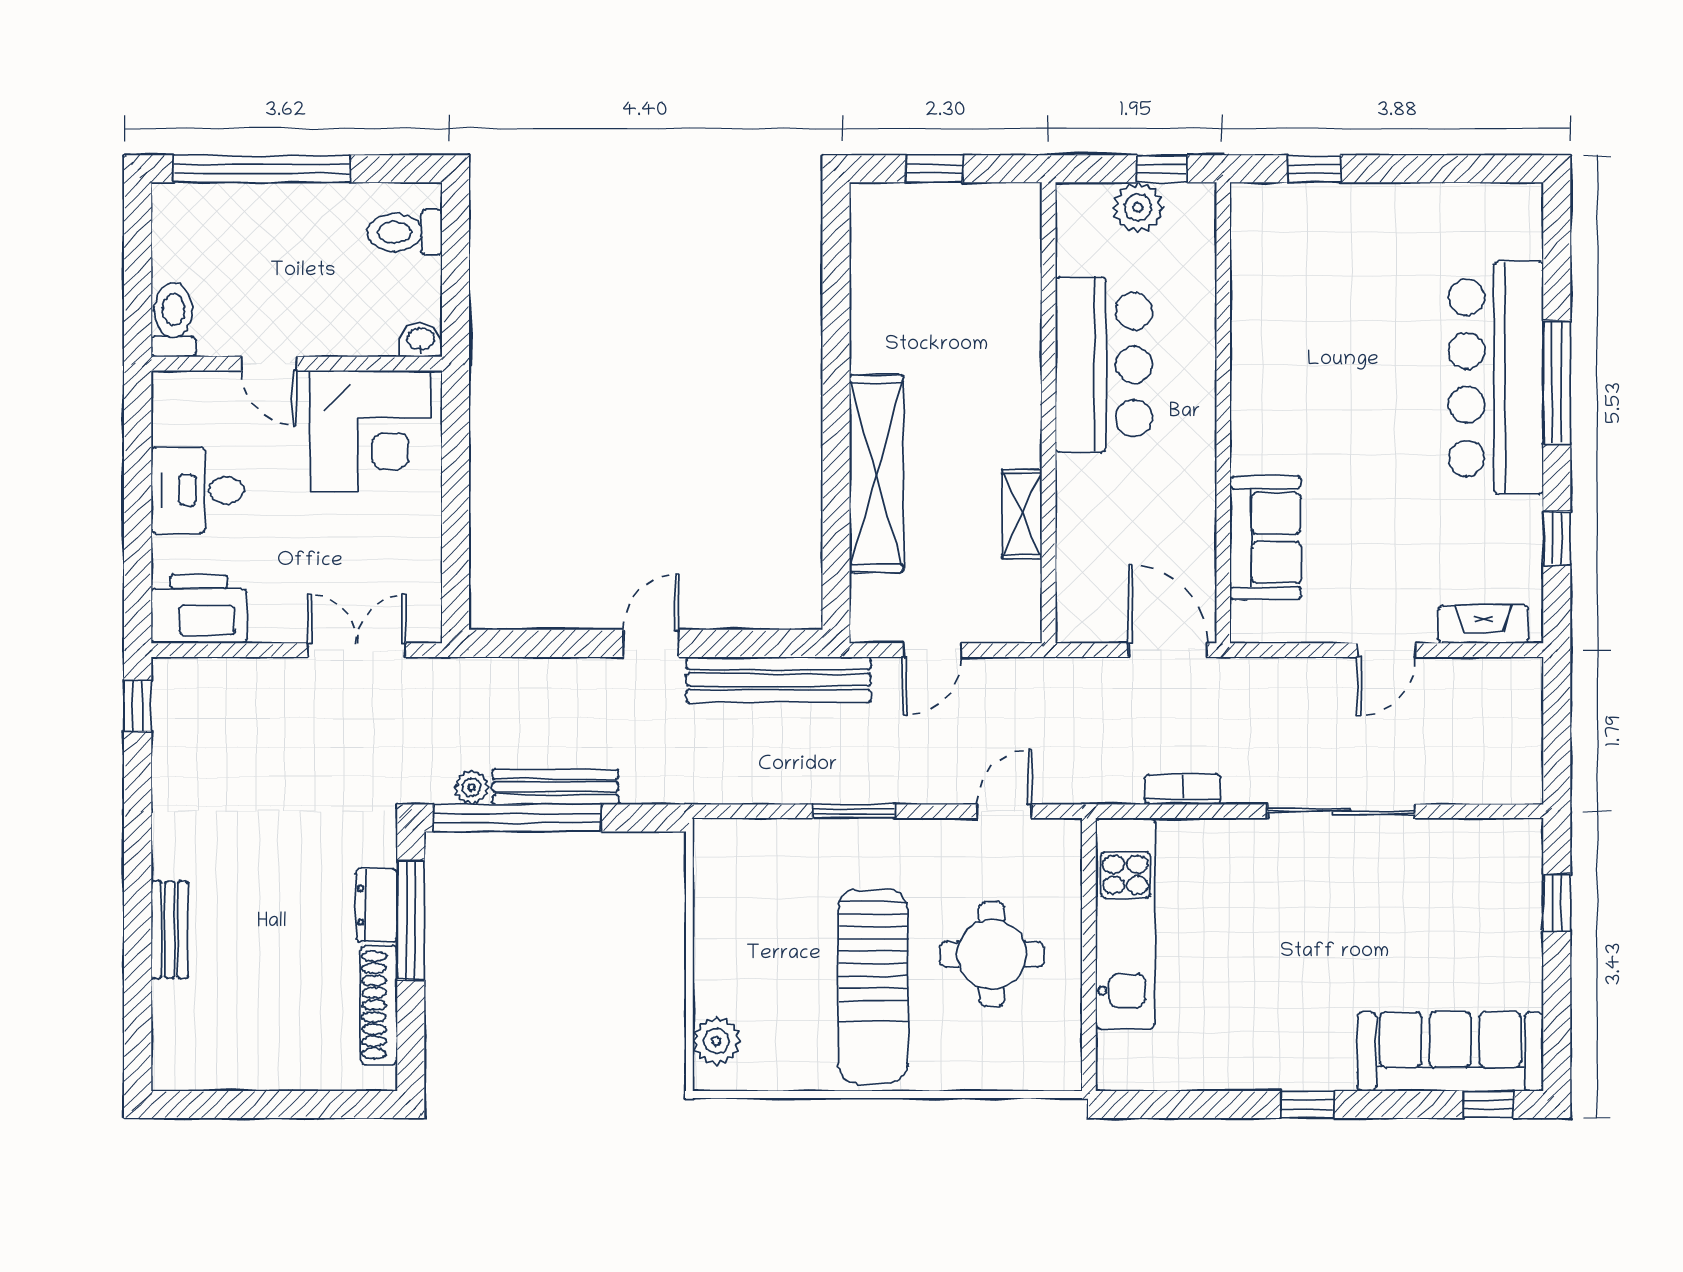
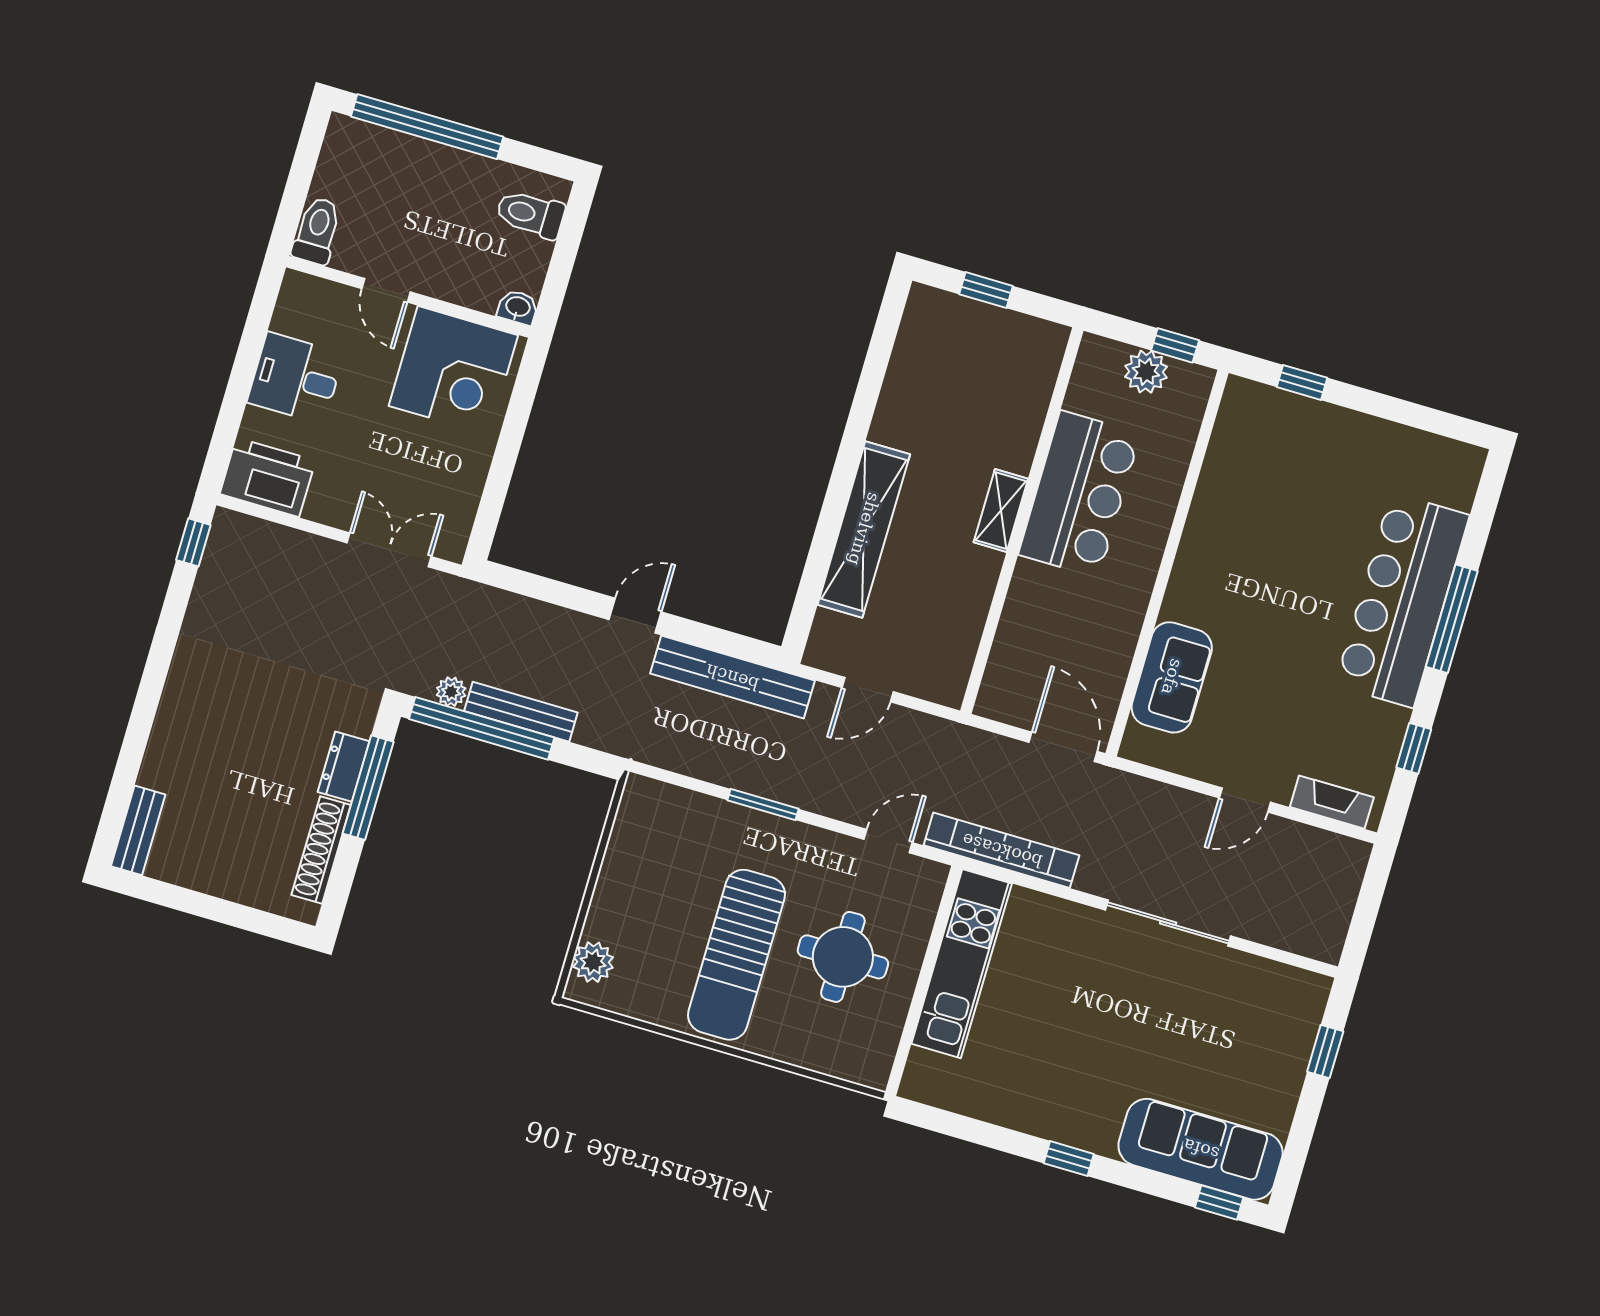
shelving: (1022, 514) -> (1001, 511), moved
bookcase: (1183, 789) -> (1002, 850), width x2.31, depth x1.31
bench: (170, 930) -> (138, 830), moved

